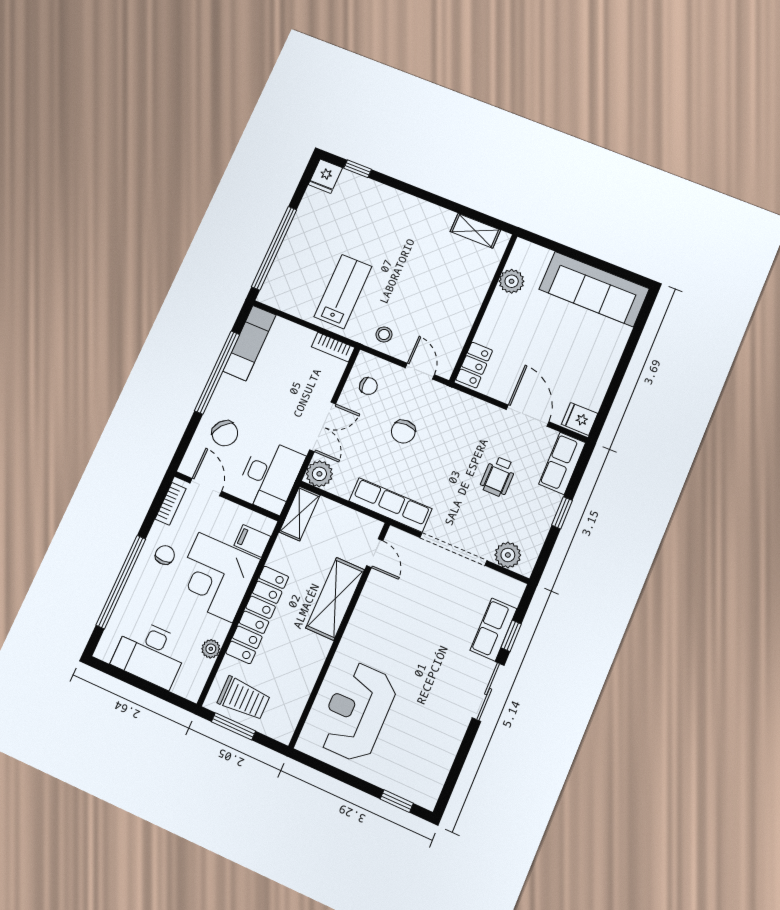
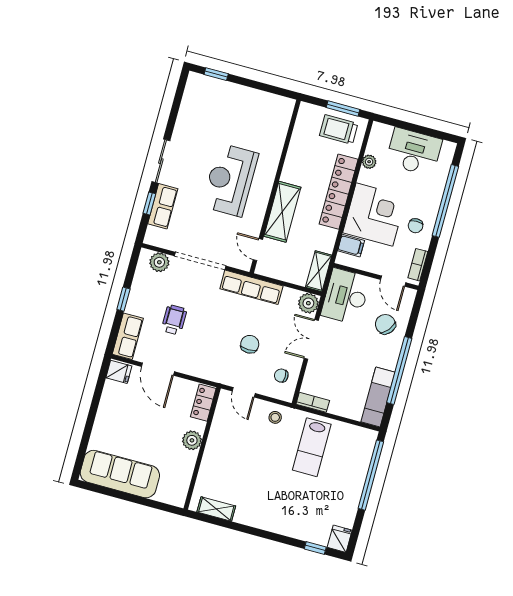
plant: (512, 281) -> (192, 440), moved
reception desk: (357, 712) -> (230, 180), moved, turned 180

